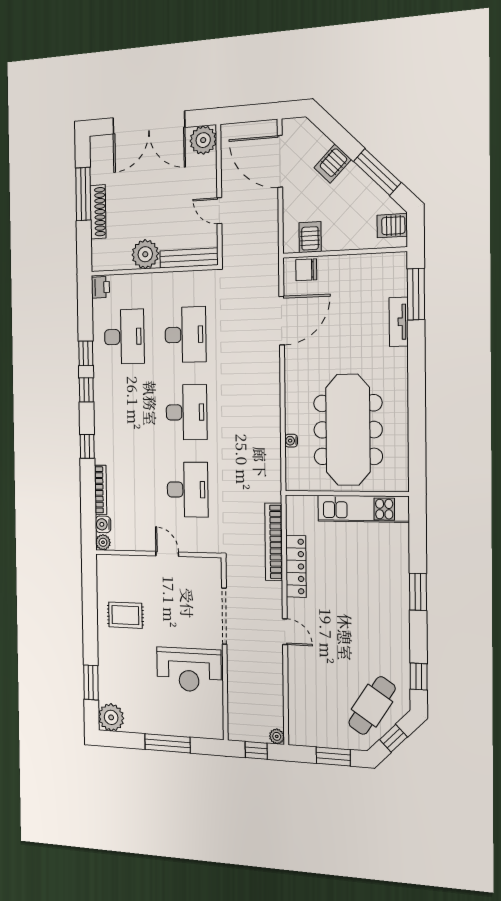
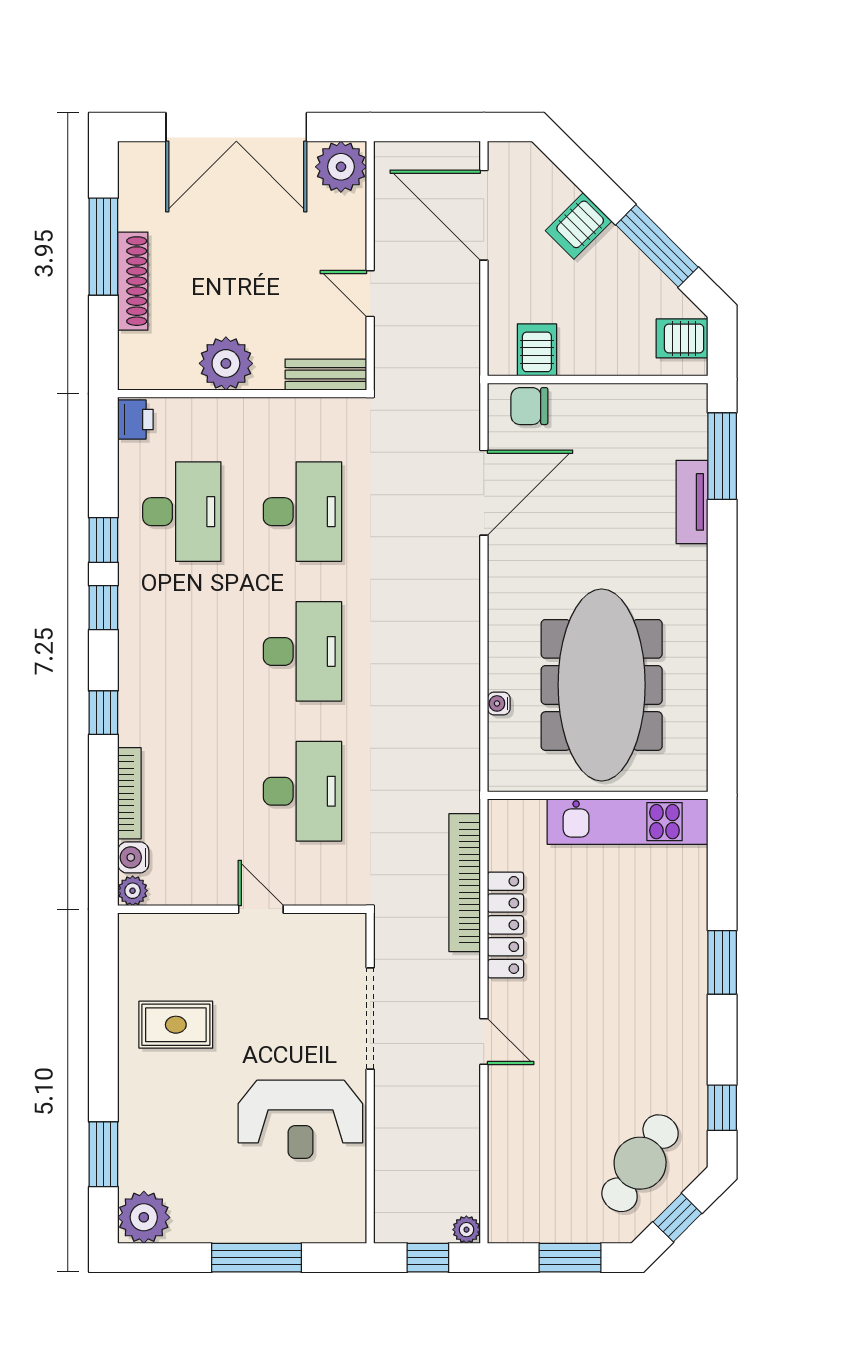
bench: (189, 258) -> (326, 375), width x0.73

